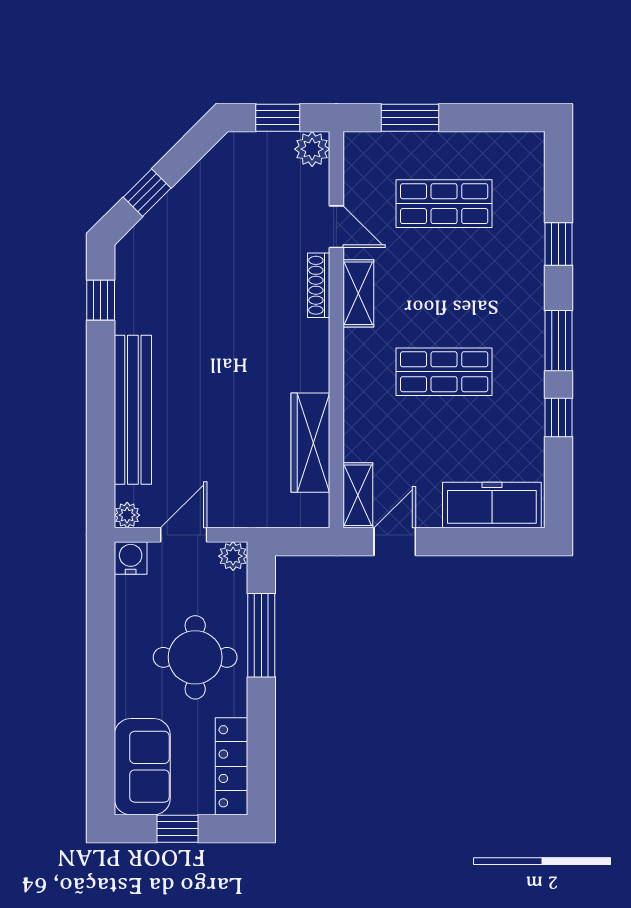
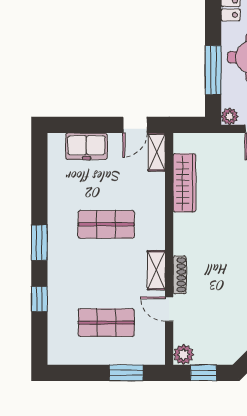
window: (559, 418) -> (39, 198), removed
freezer: (492, 505) -> (86, 146), width x0.71

